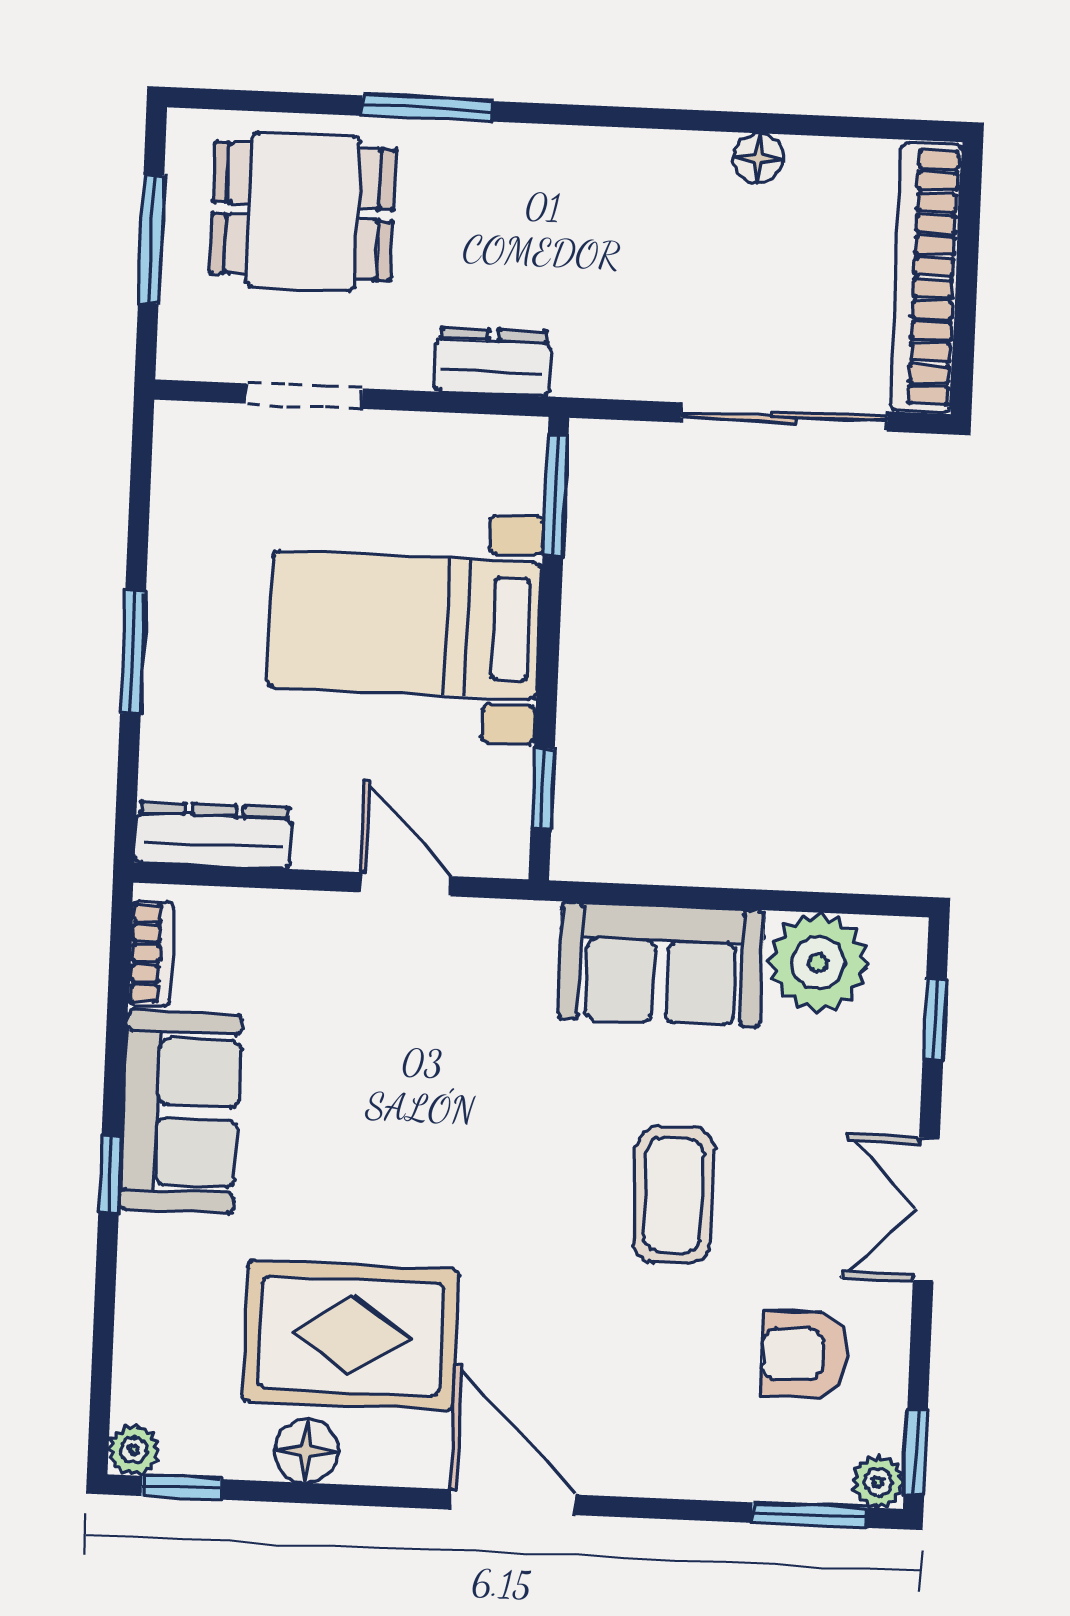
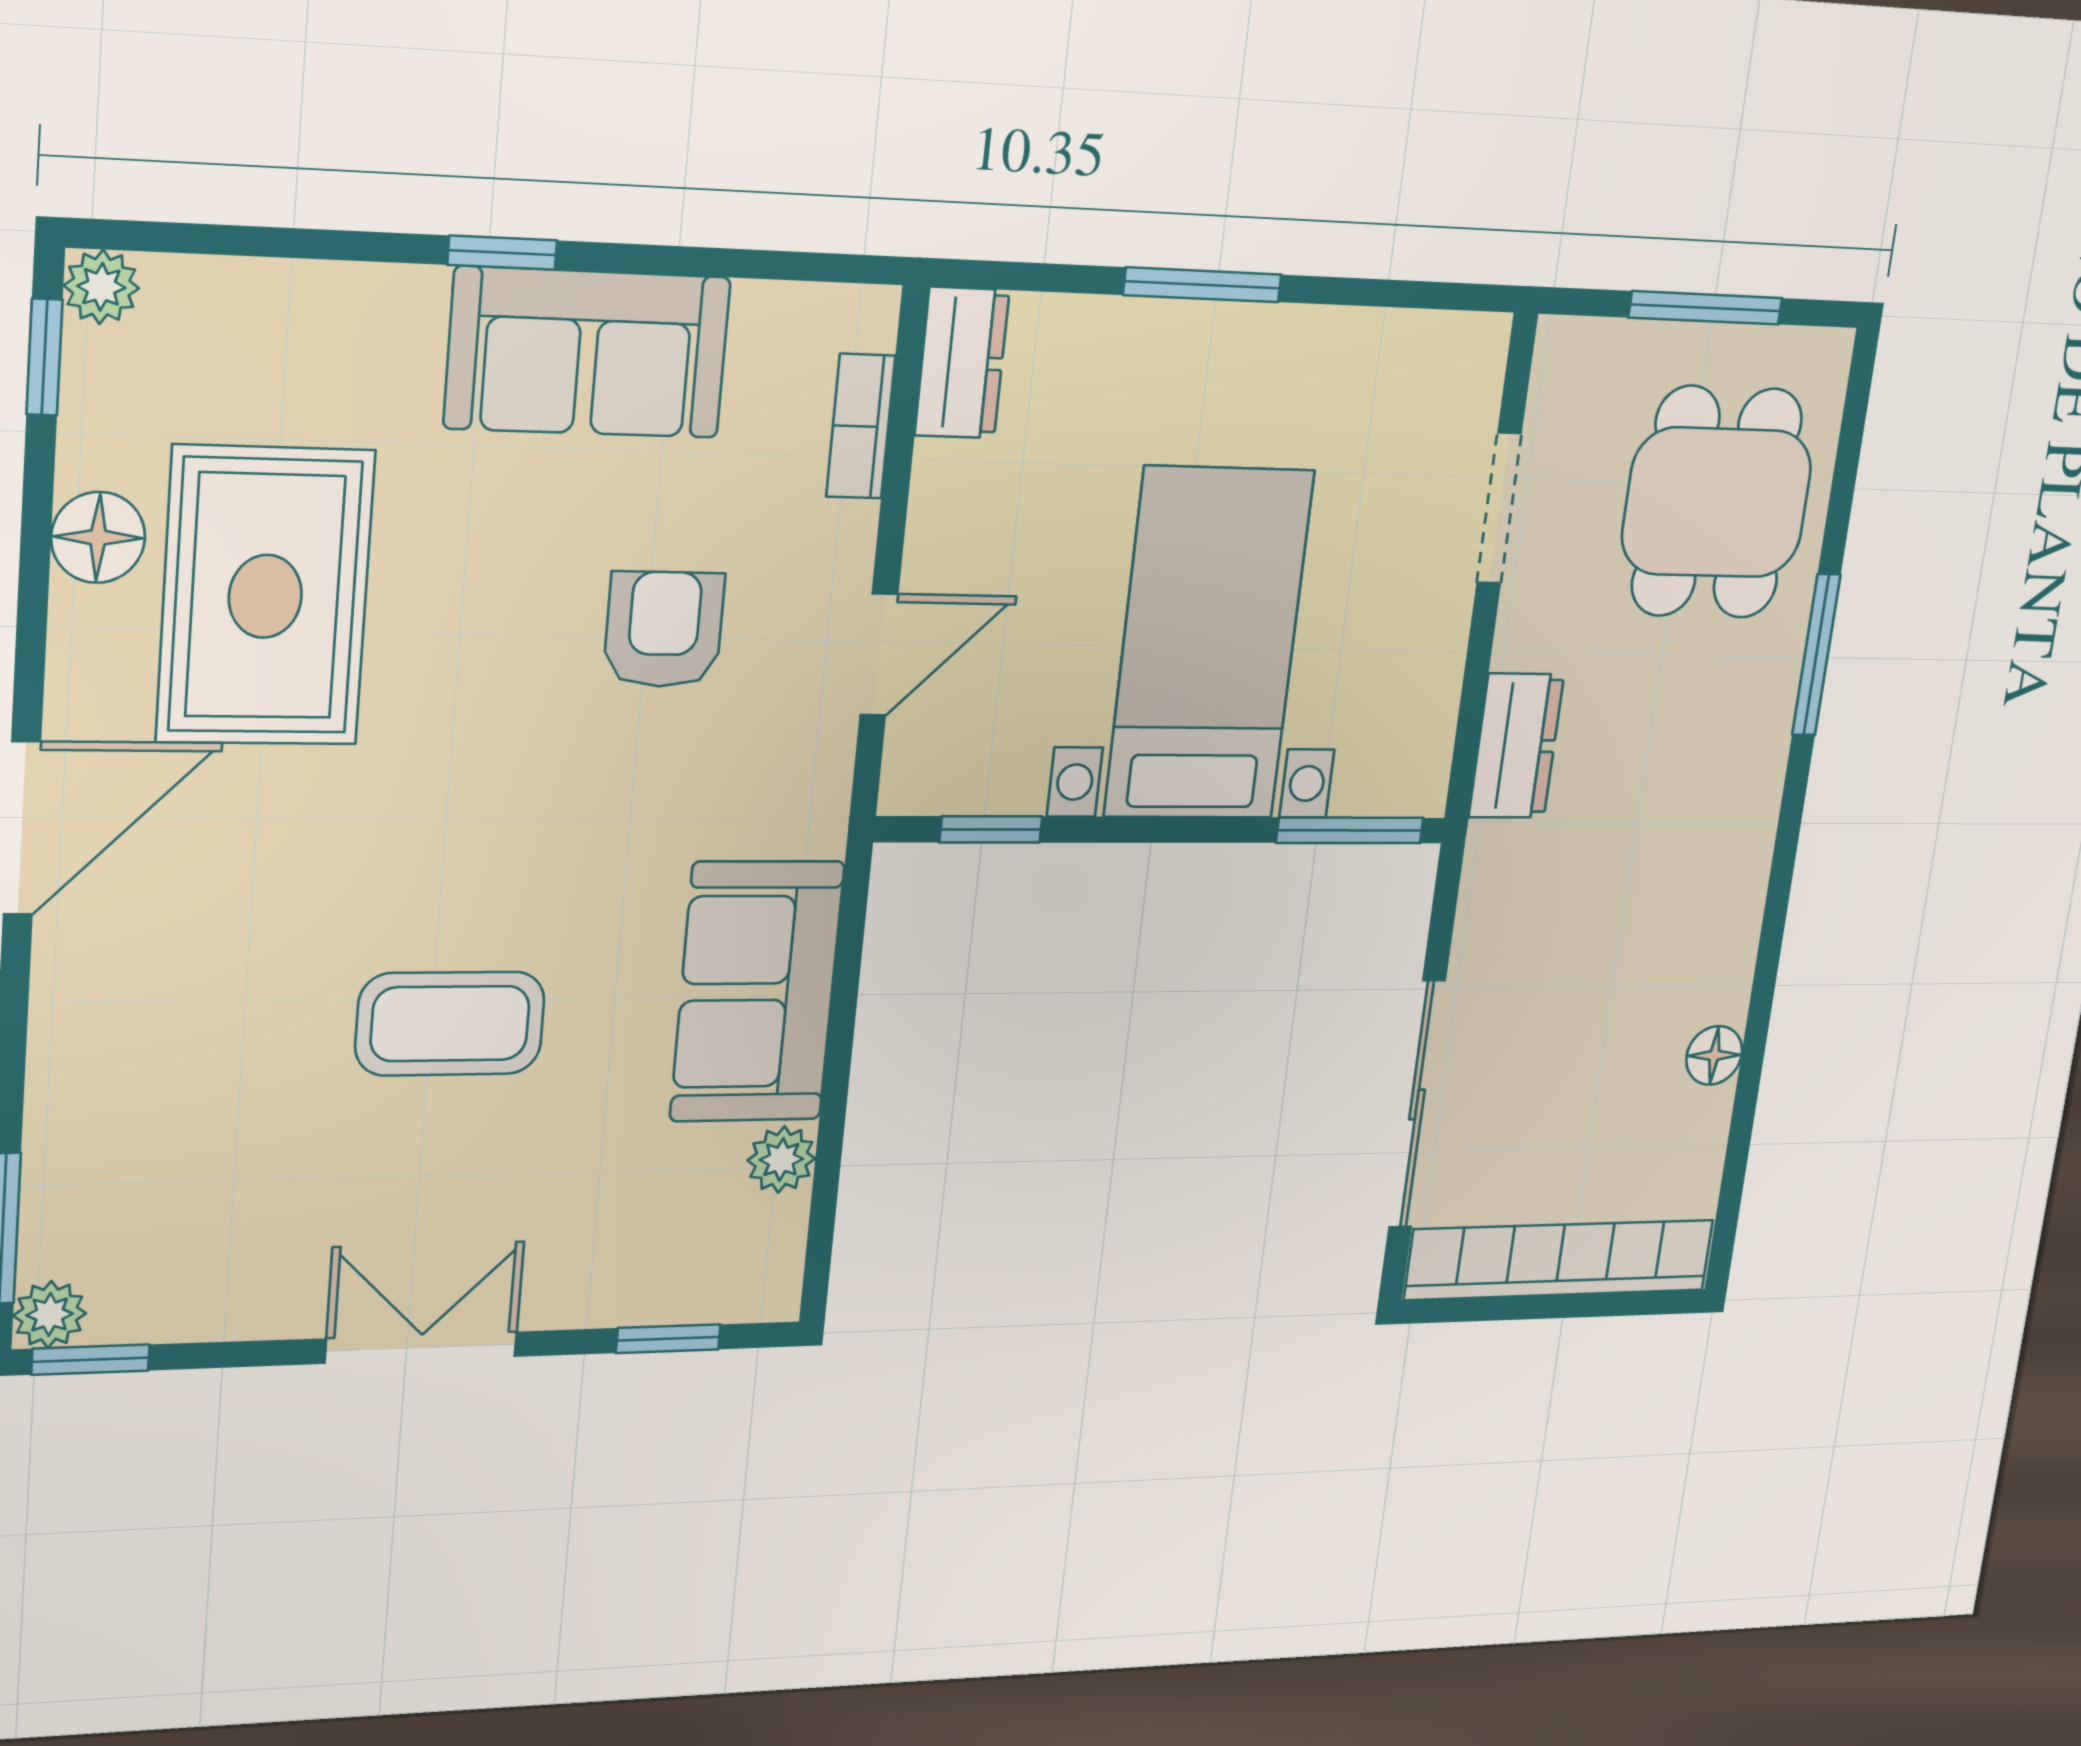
dresser: (213, 835) -> (962, 363), width x0.70
bookcase: (151, 953) -> (861, 426), moved, turned 90
plant: (818, 963) -> (781, 1159), width x0.53, depth x0.53
armchair: (805, 1354) -> (664, 629), moved

